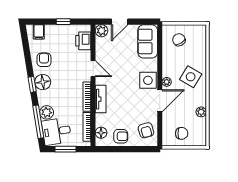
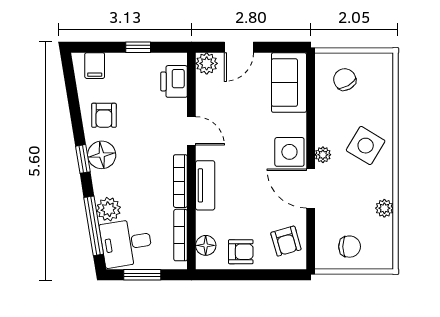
armchair: (44, 60) -> (104, 115), turned 180
door: (160, 101) -> (311, 188), swing flipped

